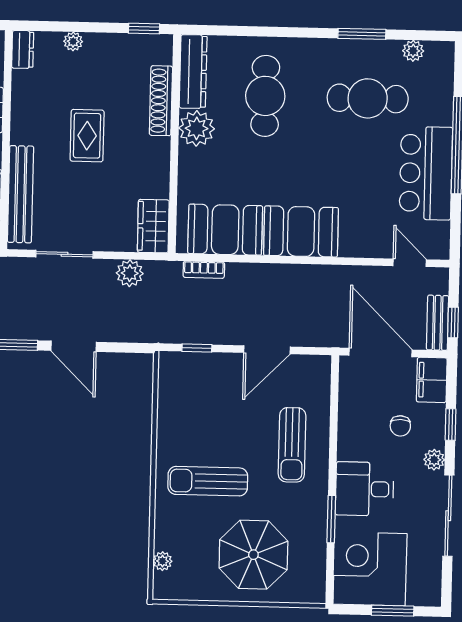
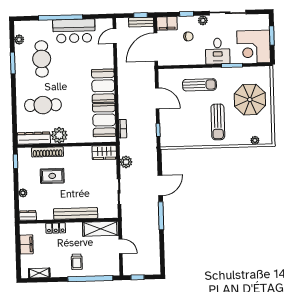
rug: (87, 136) -> (52, 176), moved
bench: (21, 194) -> (76, 213), moved

